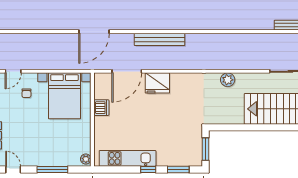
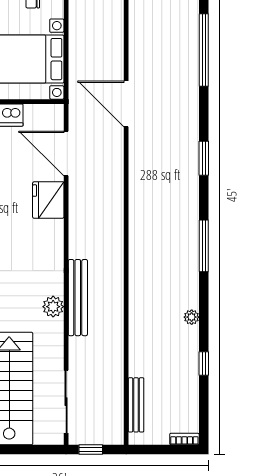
bench: (160, 39) -> (78, 298), moved

